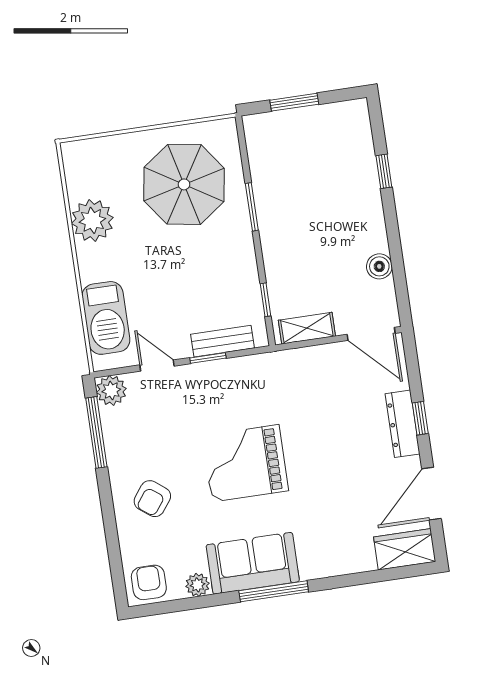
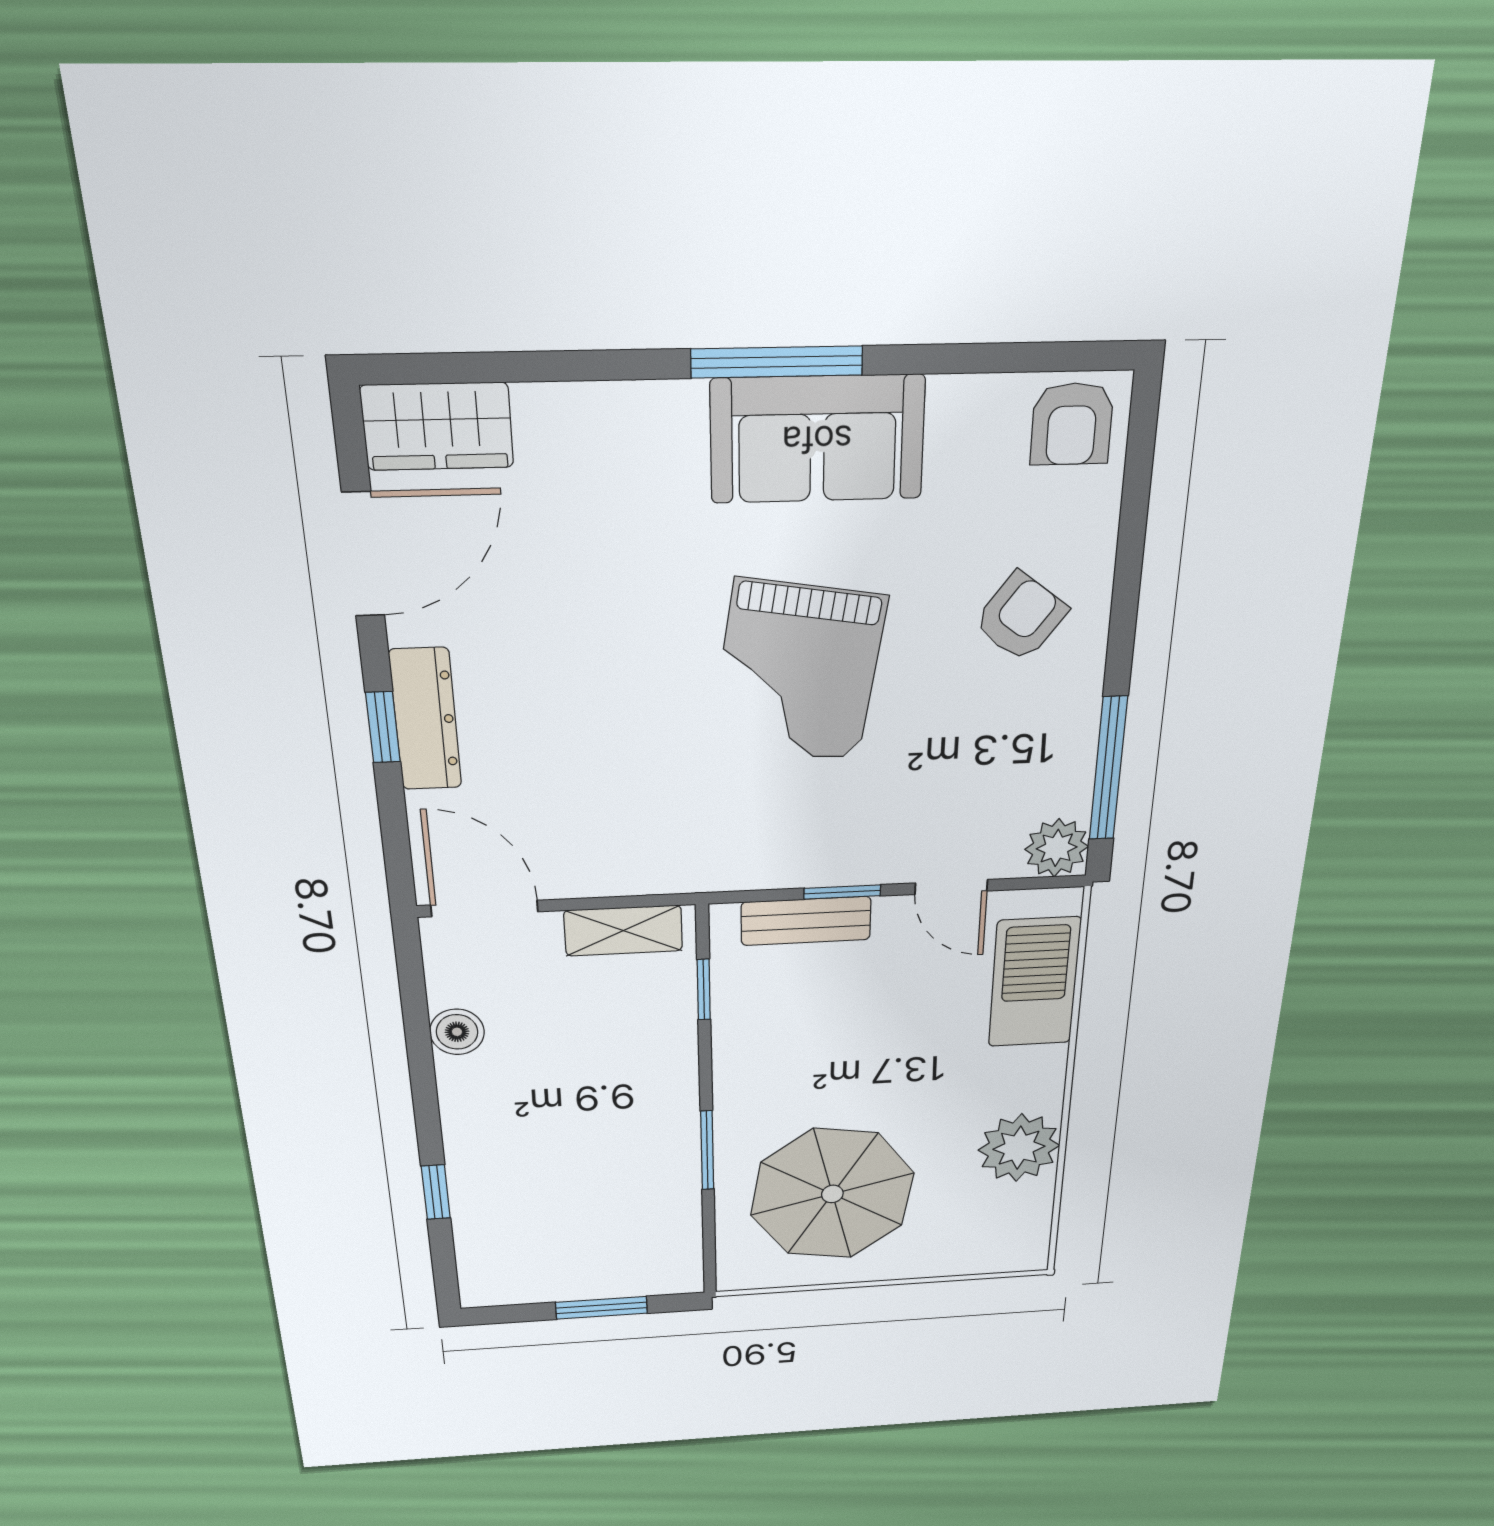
grand piano: (245, 463) -> (798, 671), turned 99
plant: (197, 585) -> (959, 403), removed

